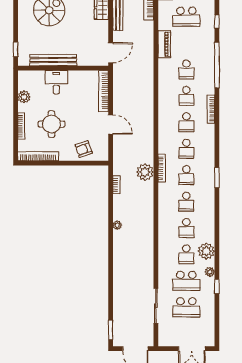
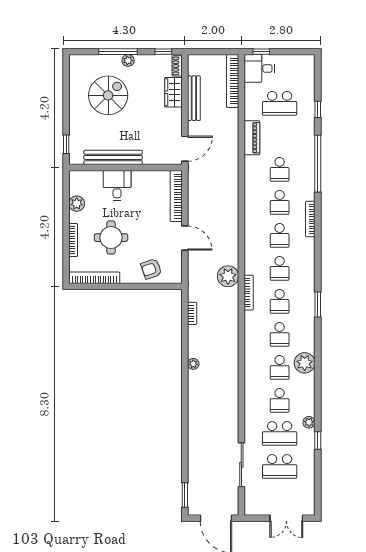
plant: (145, 172) -> (228, 276), moved
plant: (206, 251) -> (305, 363), moved

